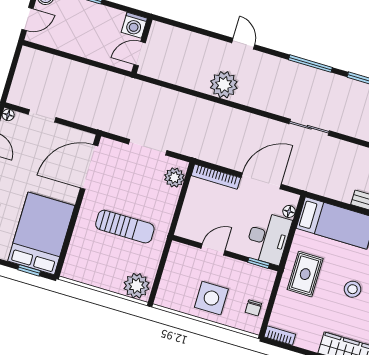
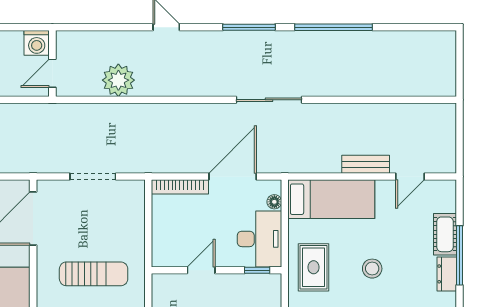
plant: (224, 85) -> (118, 80), moved
sliding door: (309, 127) -> (269, 100), width x1.37
plant: (174, 178) -> (133, 202), removed

